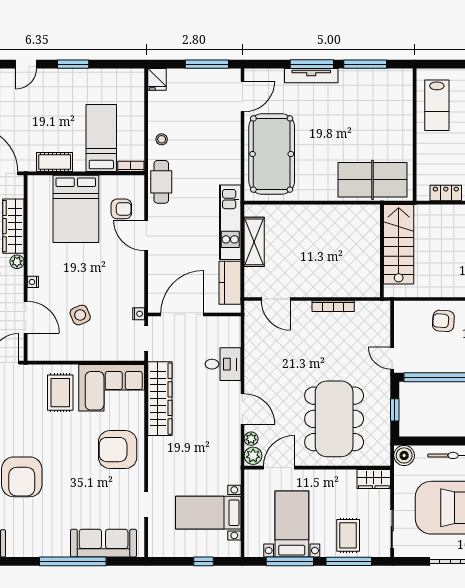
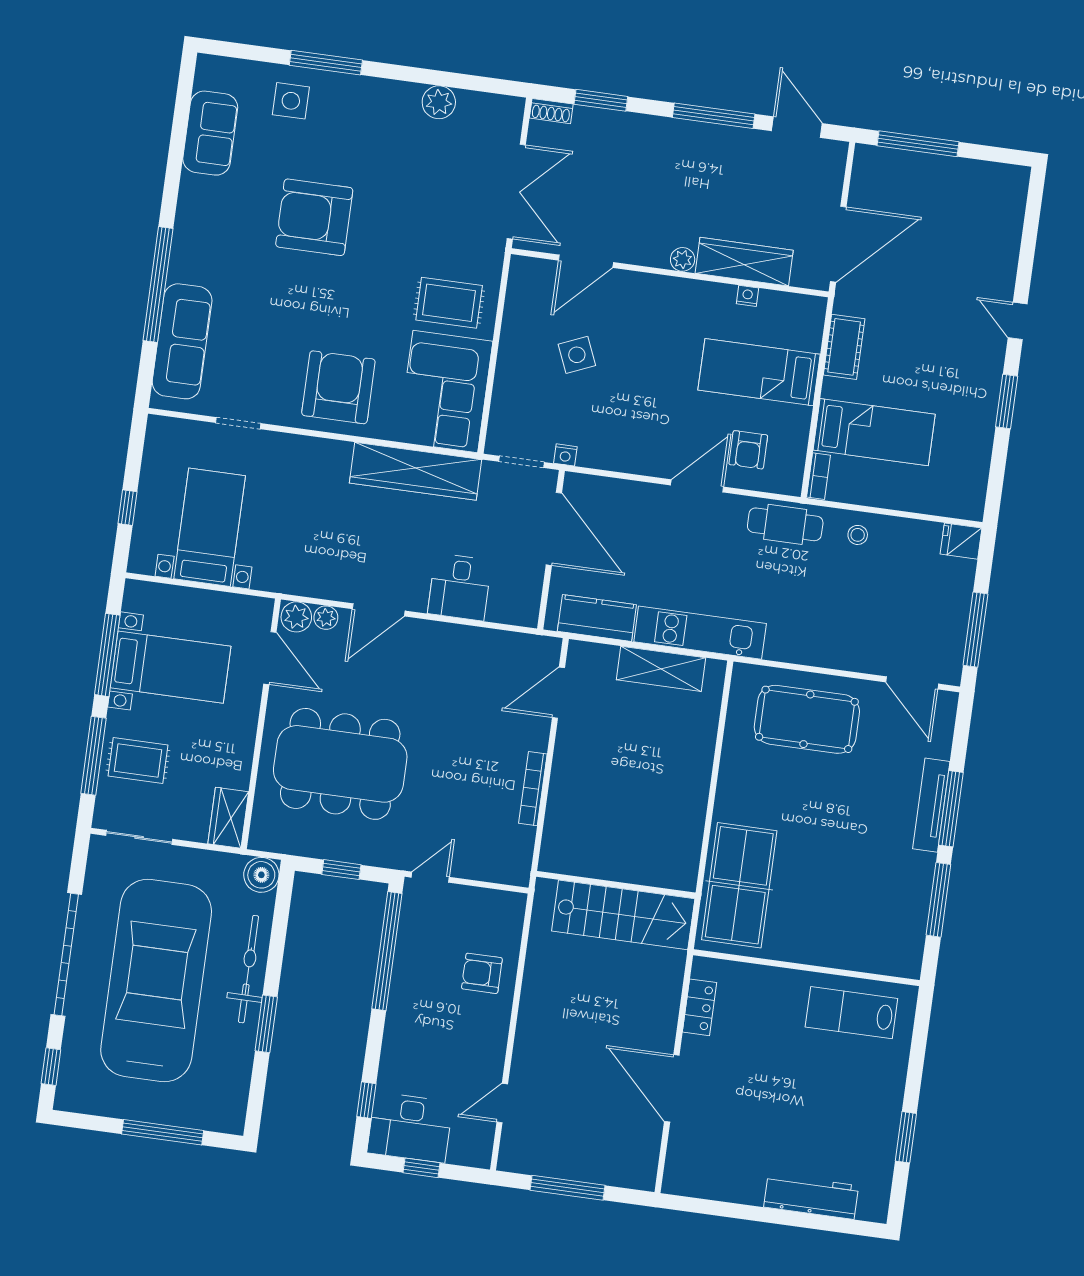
pool table: (272, 154) -> (807, 719), width x0.73, depth x0.76
bed: (76, 209) -> (759, 372), width x0.67
nightstand: (33, 282) -> (747, 296), moved
armchair: (443, 321) -> (482, 973), turned -94

